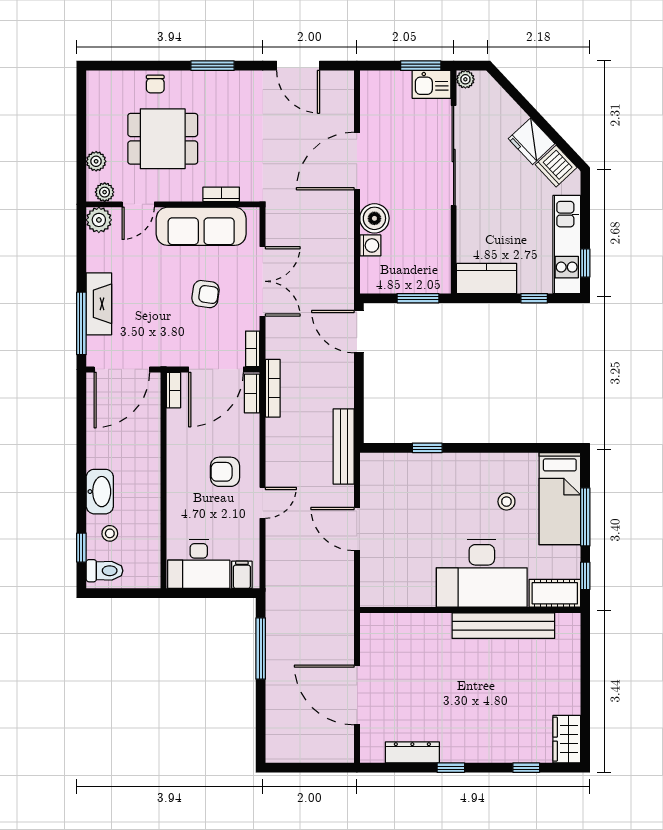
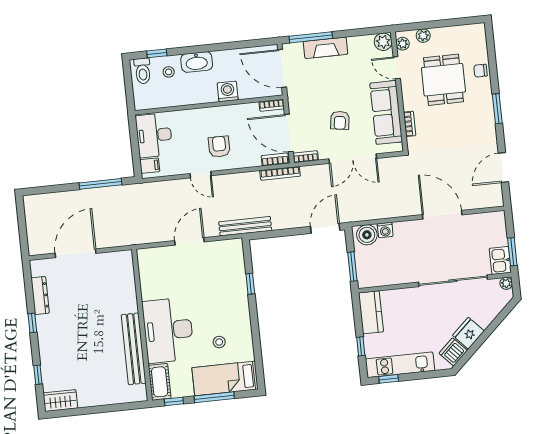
boiler: (374, 218) -> (367, 235), moved
washing machine: (147, 451) -> (228, 91), added

